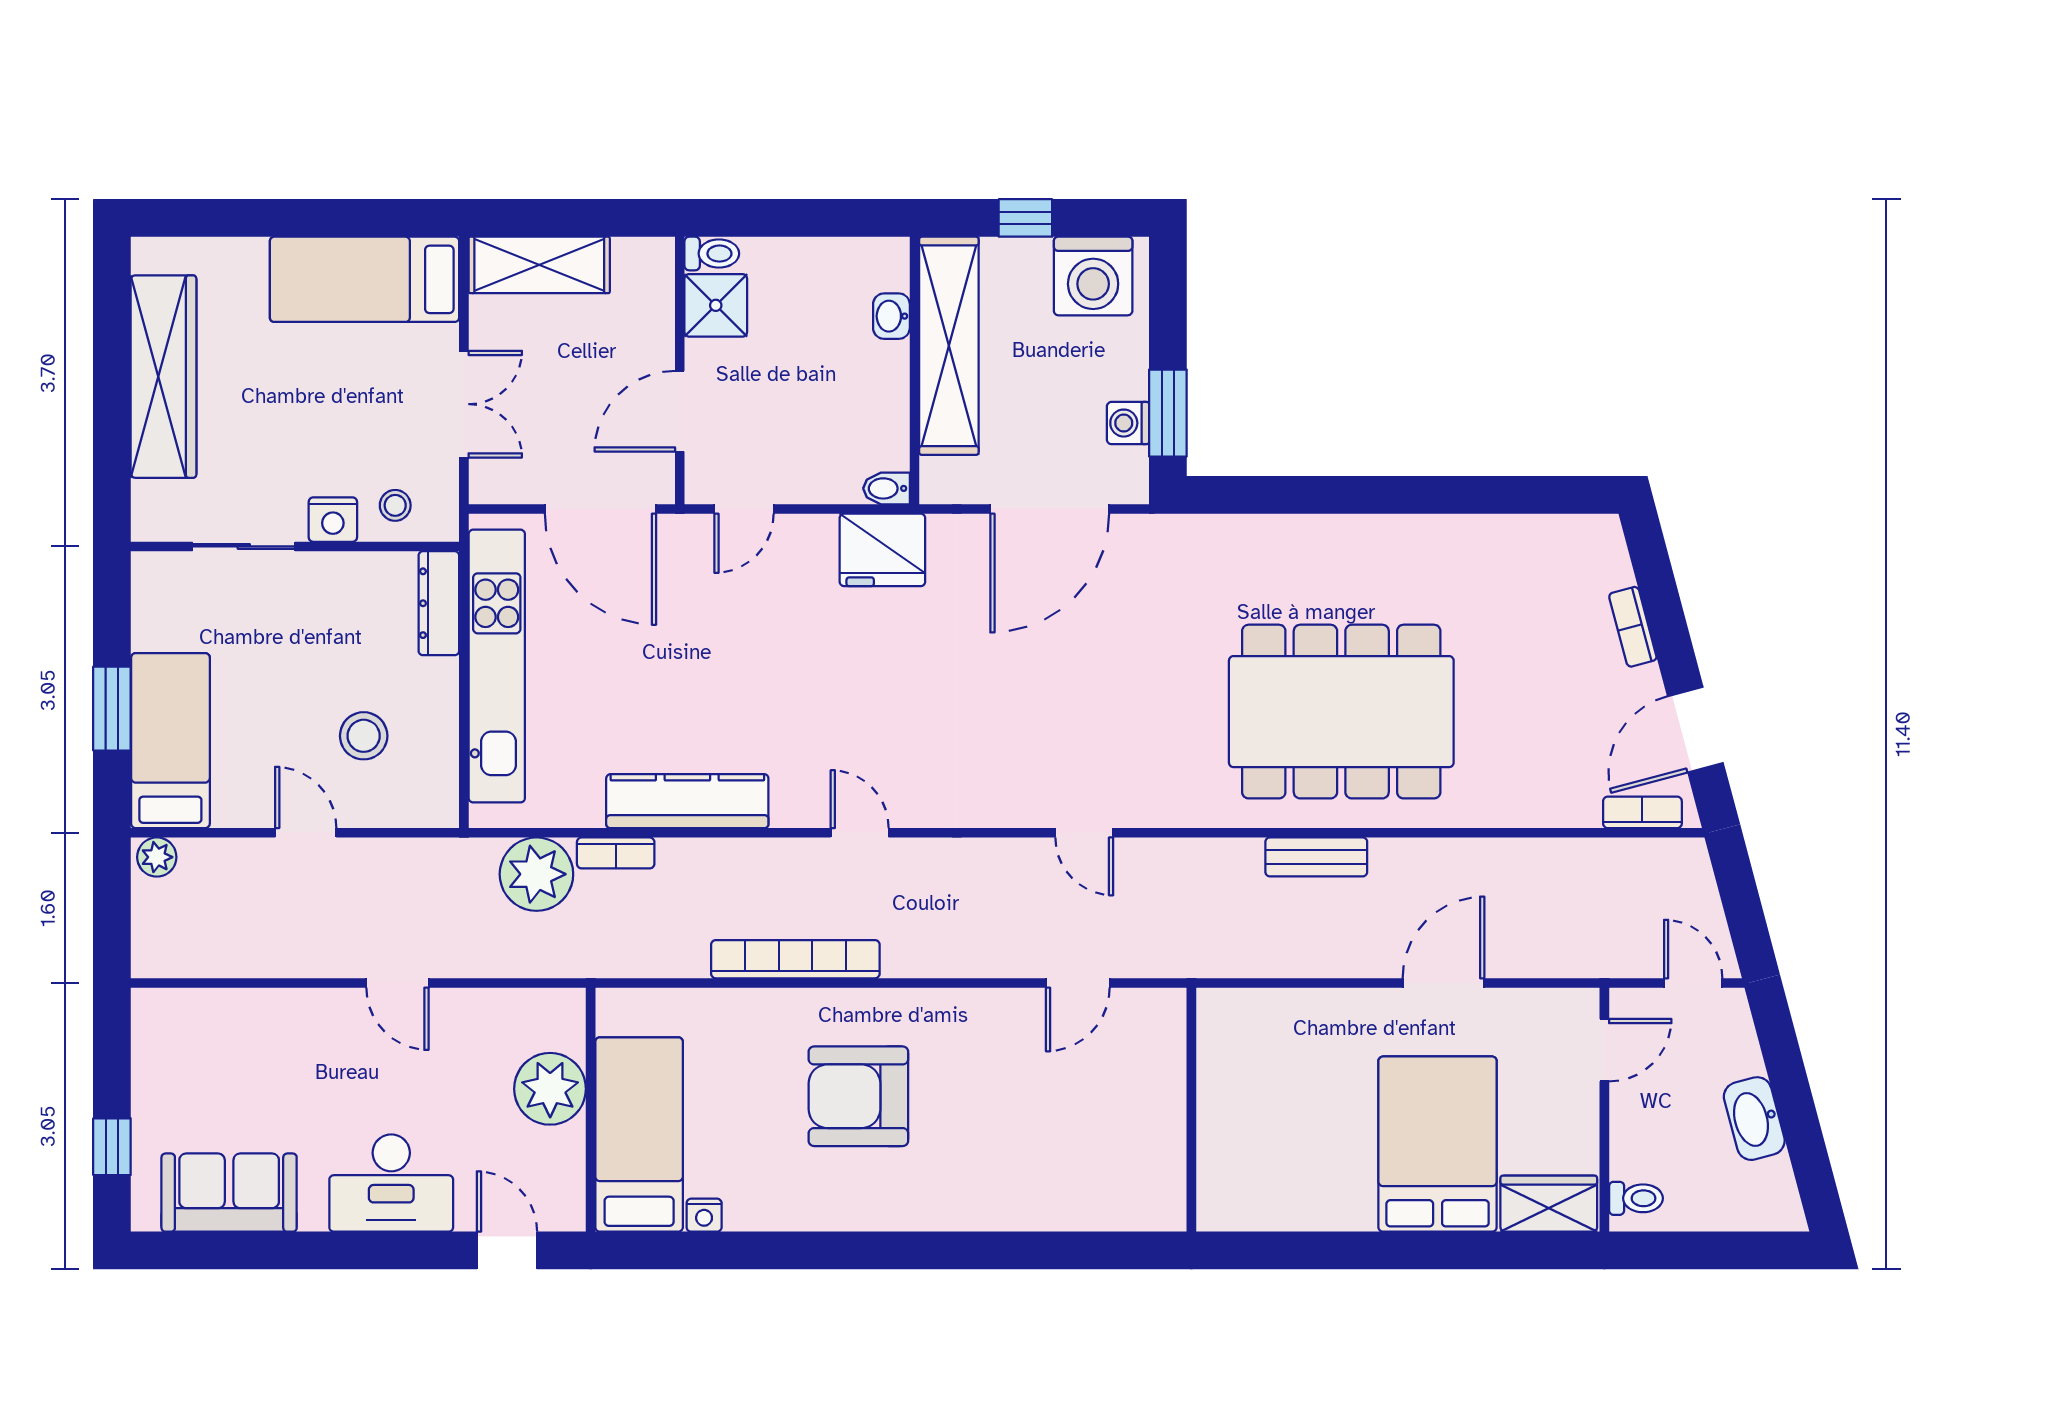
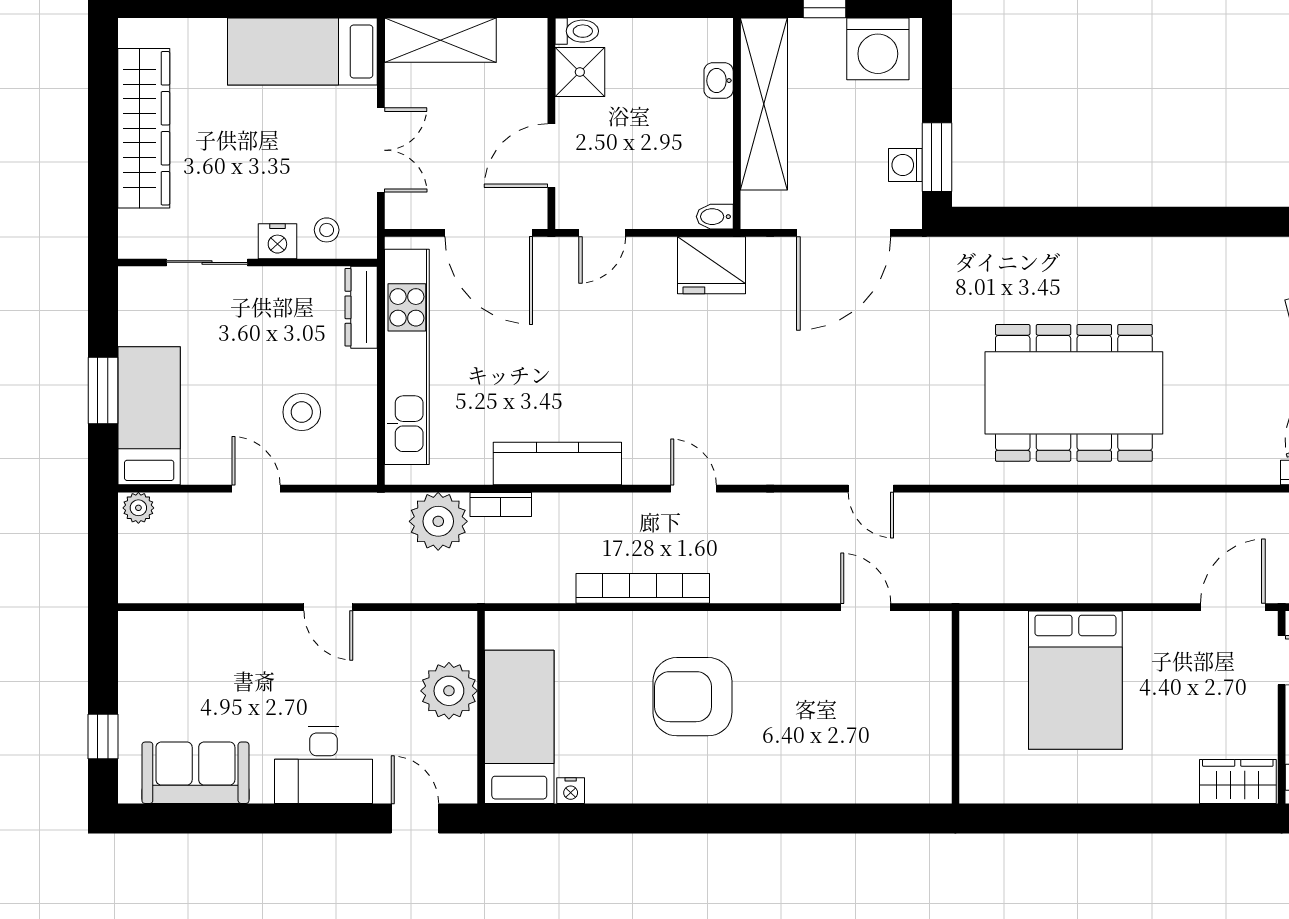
bench: (1316, 857) -> (1054, 508), removed
door: (1078, 983) -> (866, 607), swing flipped
door: (1443, 983) -> (1233, 607), moved
bed: (1438, 1144) -> (1075, 680), moved, turned 180

